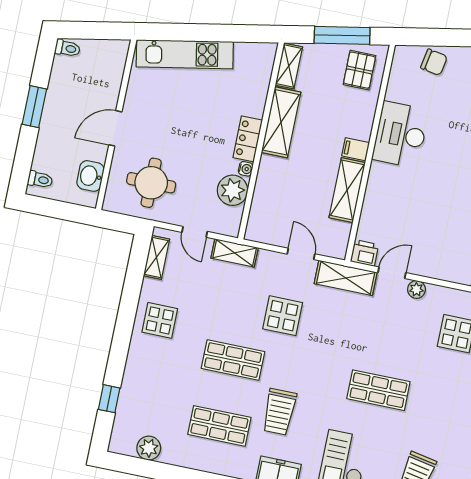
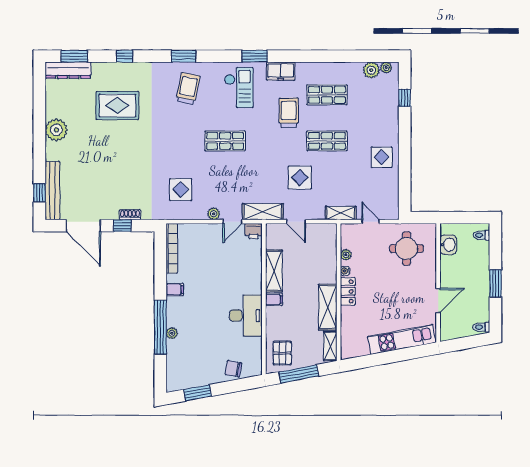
door: (115, 128) -> (438, 300), moved
plant: (233, 190) -> (346, 255), width x0.53, depth x0.53
shelving: (156, 257) -> (393, 199), removed
plant: (127, 447) -> (386, 68), added

